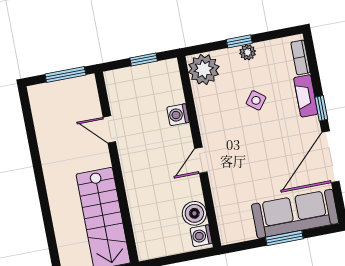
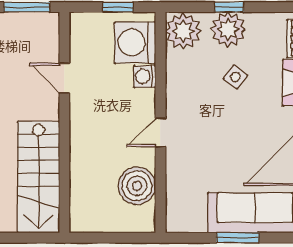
plant: (248, 52) -> (228, 29), width x1.88, depth x1.88
boiler: (194, 213) -> (137, 186), width x1.37, depth x1.37
washing machine: (201, 236) -> (135, 43), moved, width x1.89, depth x1.89

